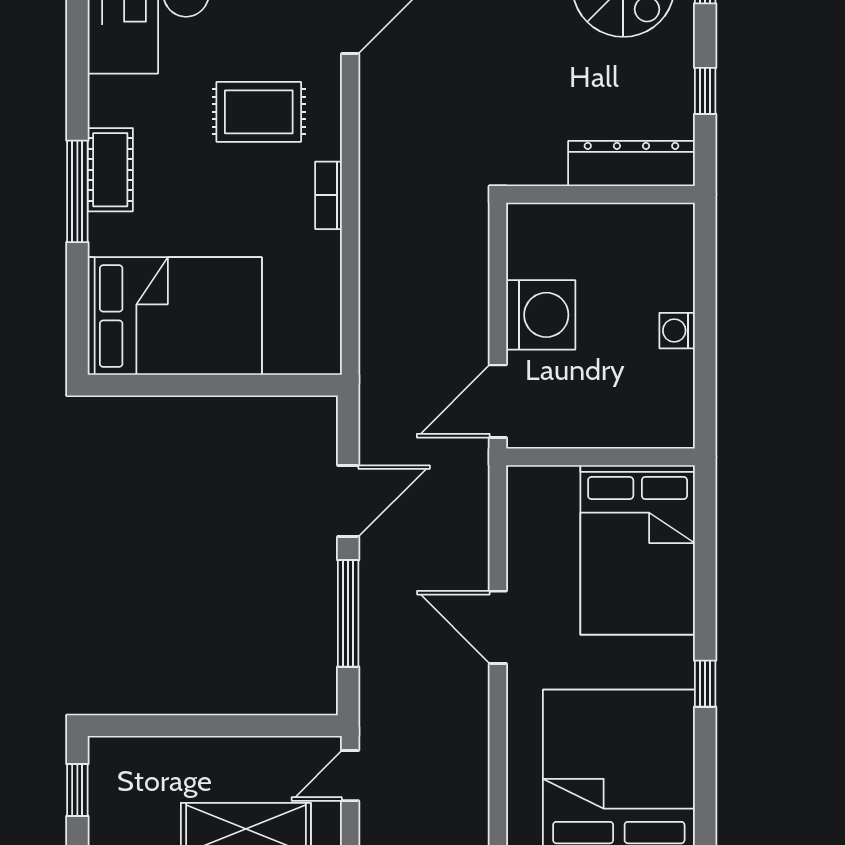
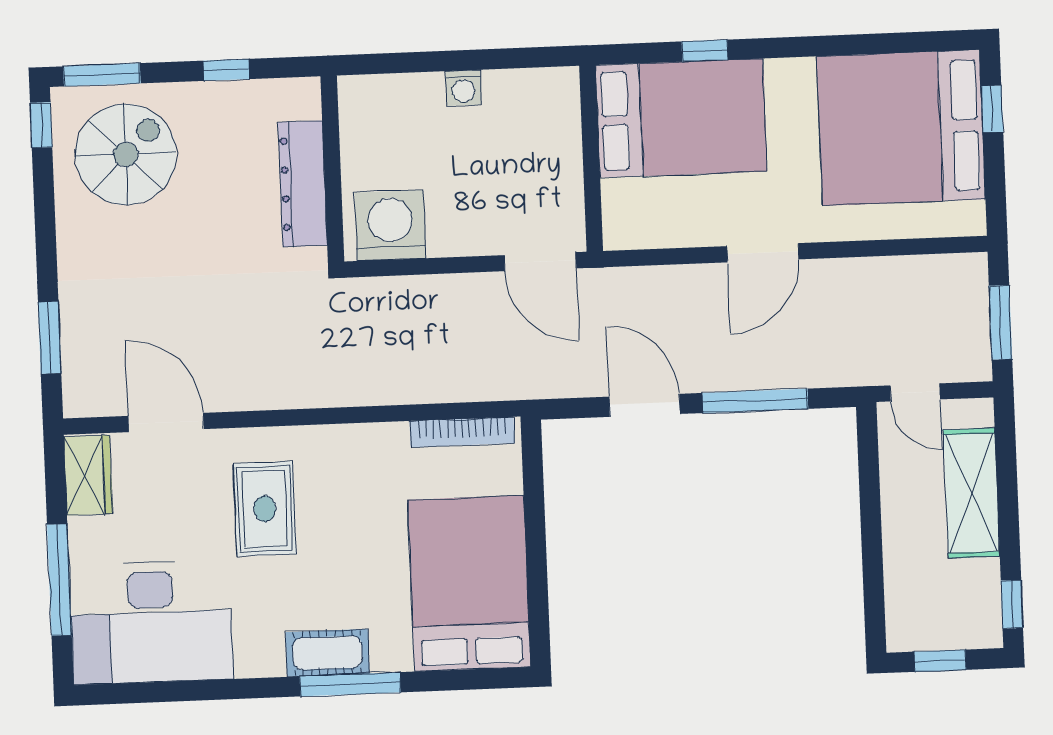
dresser: (631, 164) -> (303, 184), moved
bookcase: (328, 195) -> (462, 432), moved, width x1.56
washing machine: (541, 315) -> (390, 225), moved
window: (705, 684) -> (705, 51), moved

